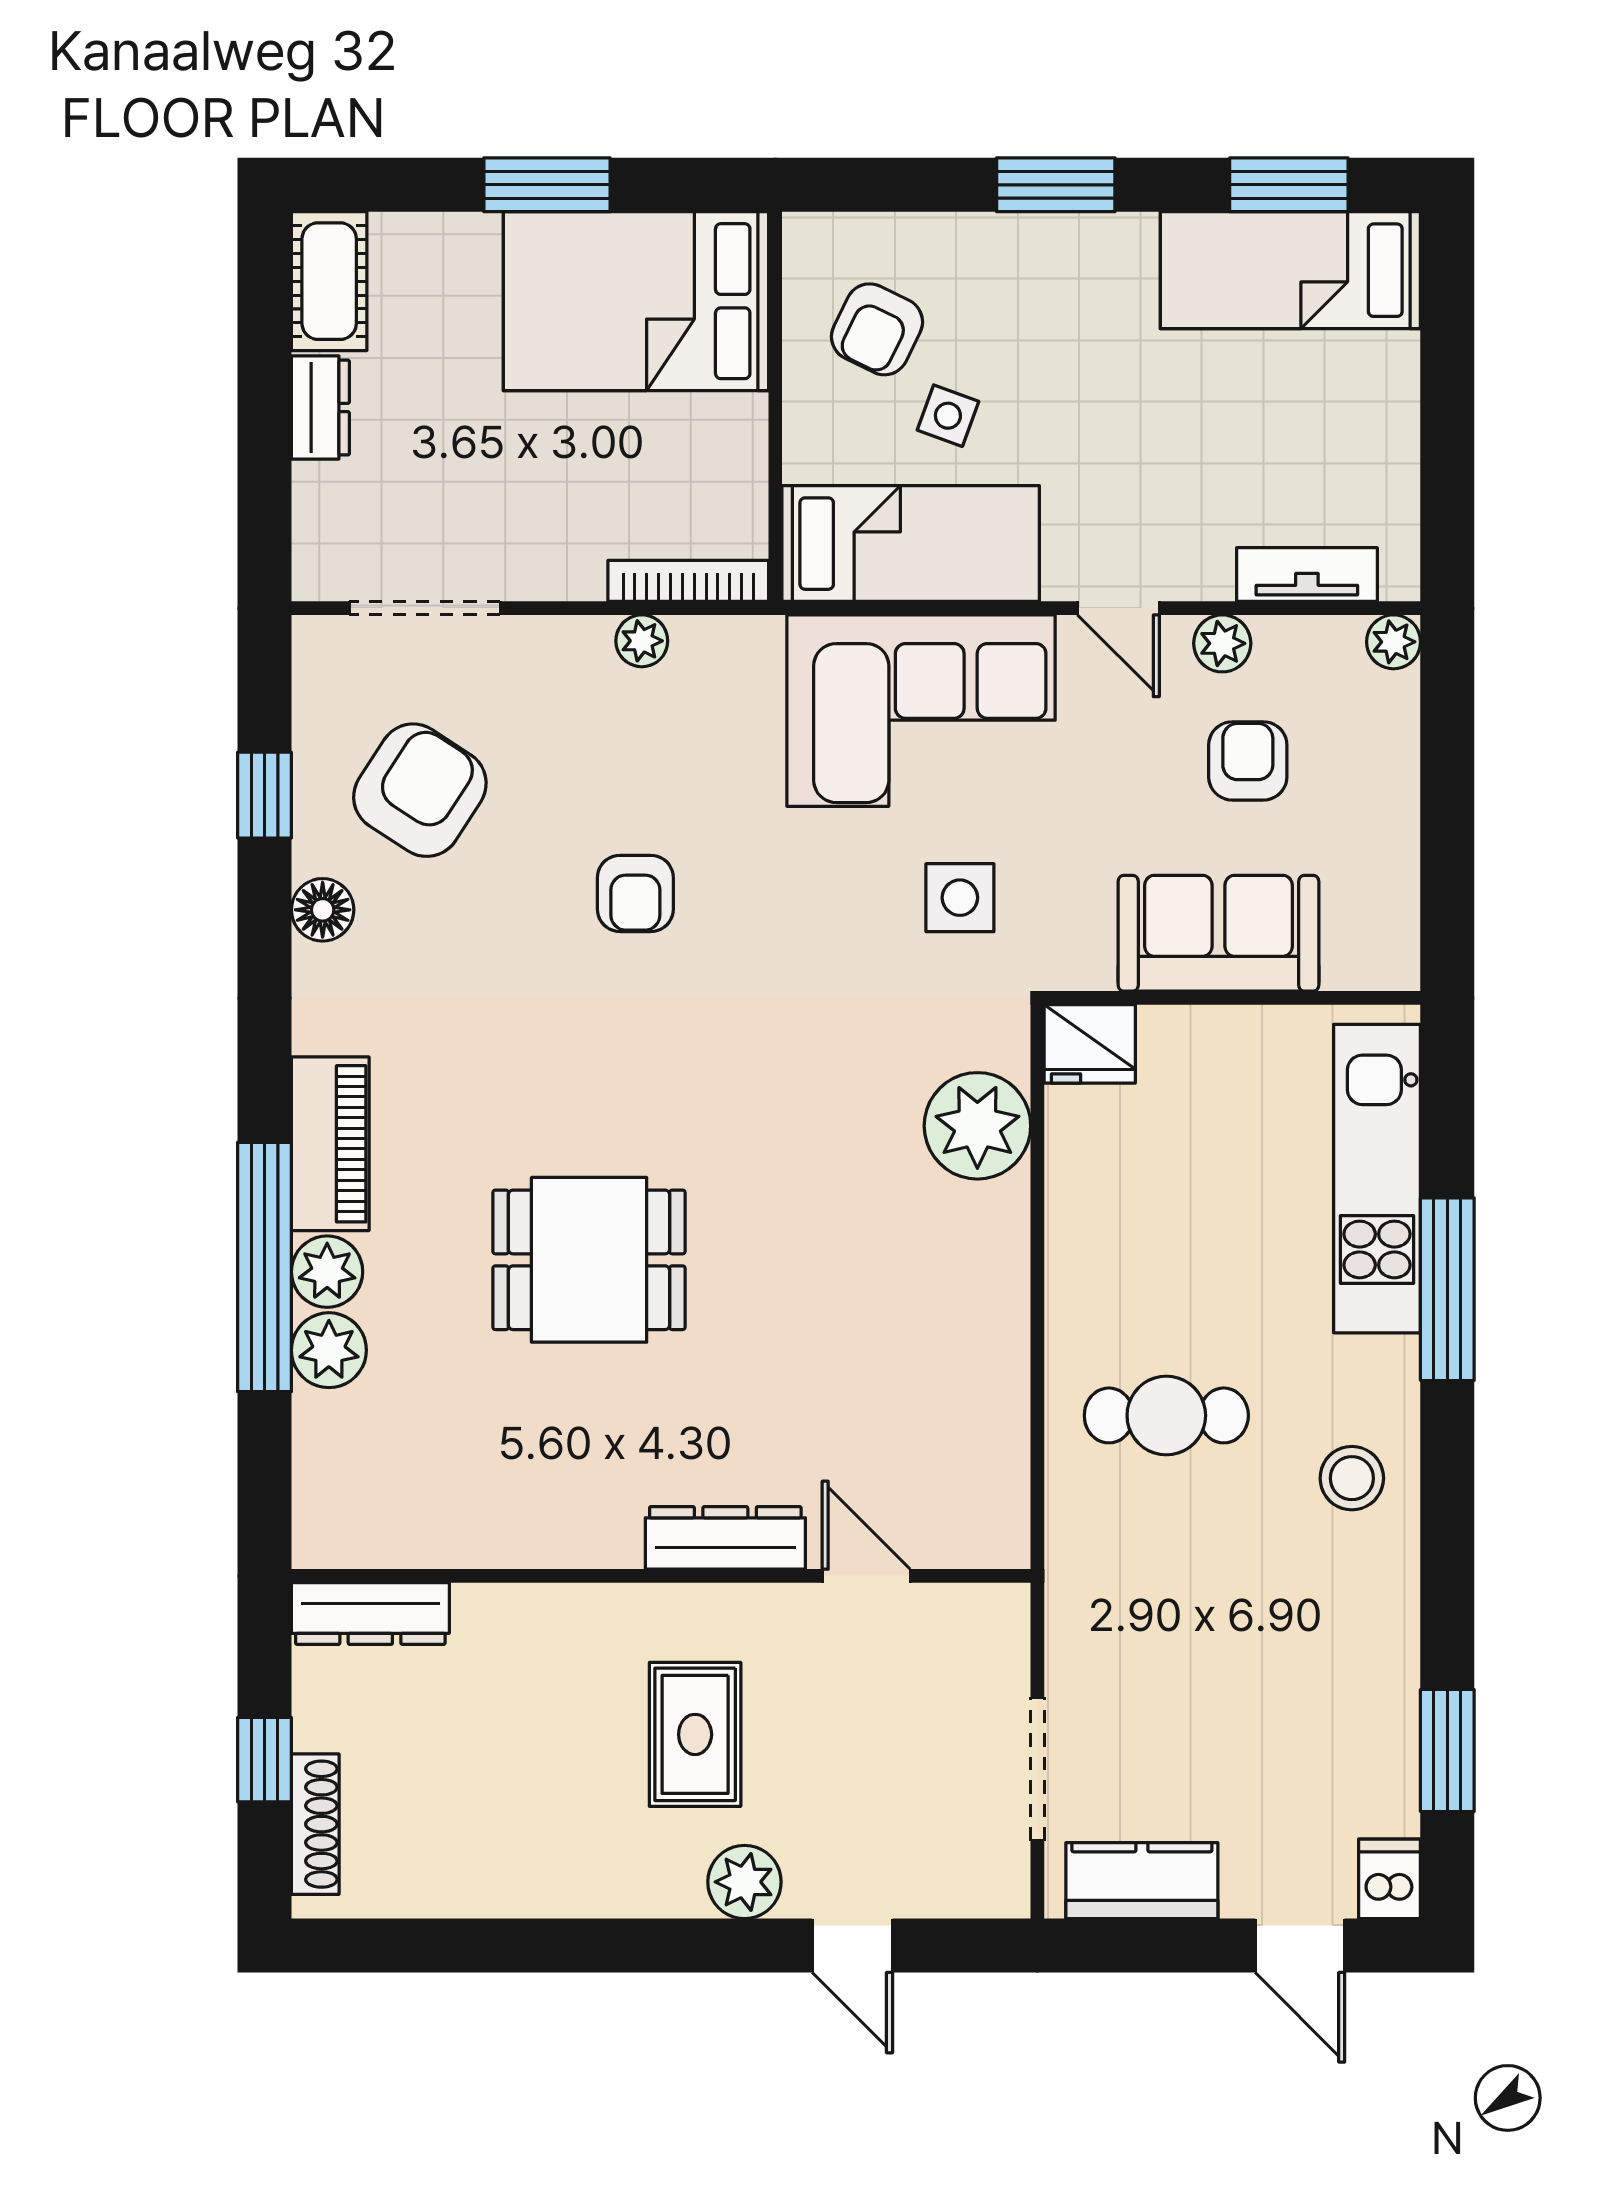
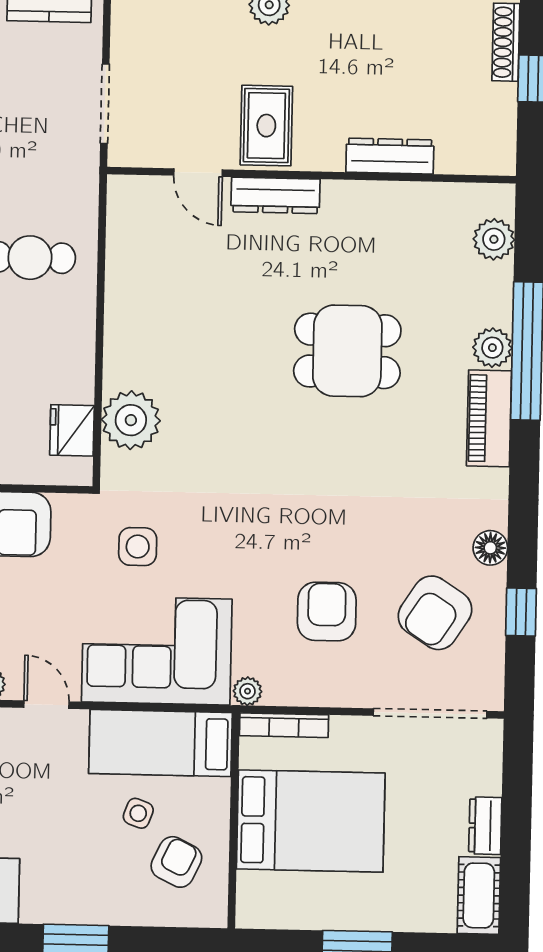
bed: (636, 301) -> (311, 821), moved
doorway: (425, 608) -> (430, 713), width x1.36
plant: (642, 641) -> (247, 691), moved
armchair: (635, 893) -> (327, 612), moved, width x1.38, depth x1.38
fridge: (1090, 1044) -> (72, 430), moved, turned -90
plant: (329, 1350) -> (494, 239), moved
dresser: (370, 1614) -> (390, 156), moved
rug: (695, 1734) -> (266, 126), moved
doorway: (1037, 1769) -> (105, 104), moved

